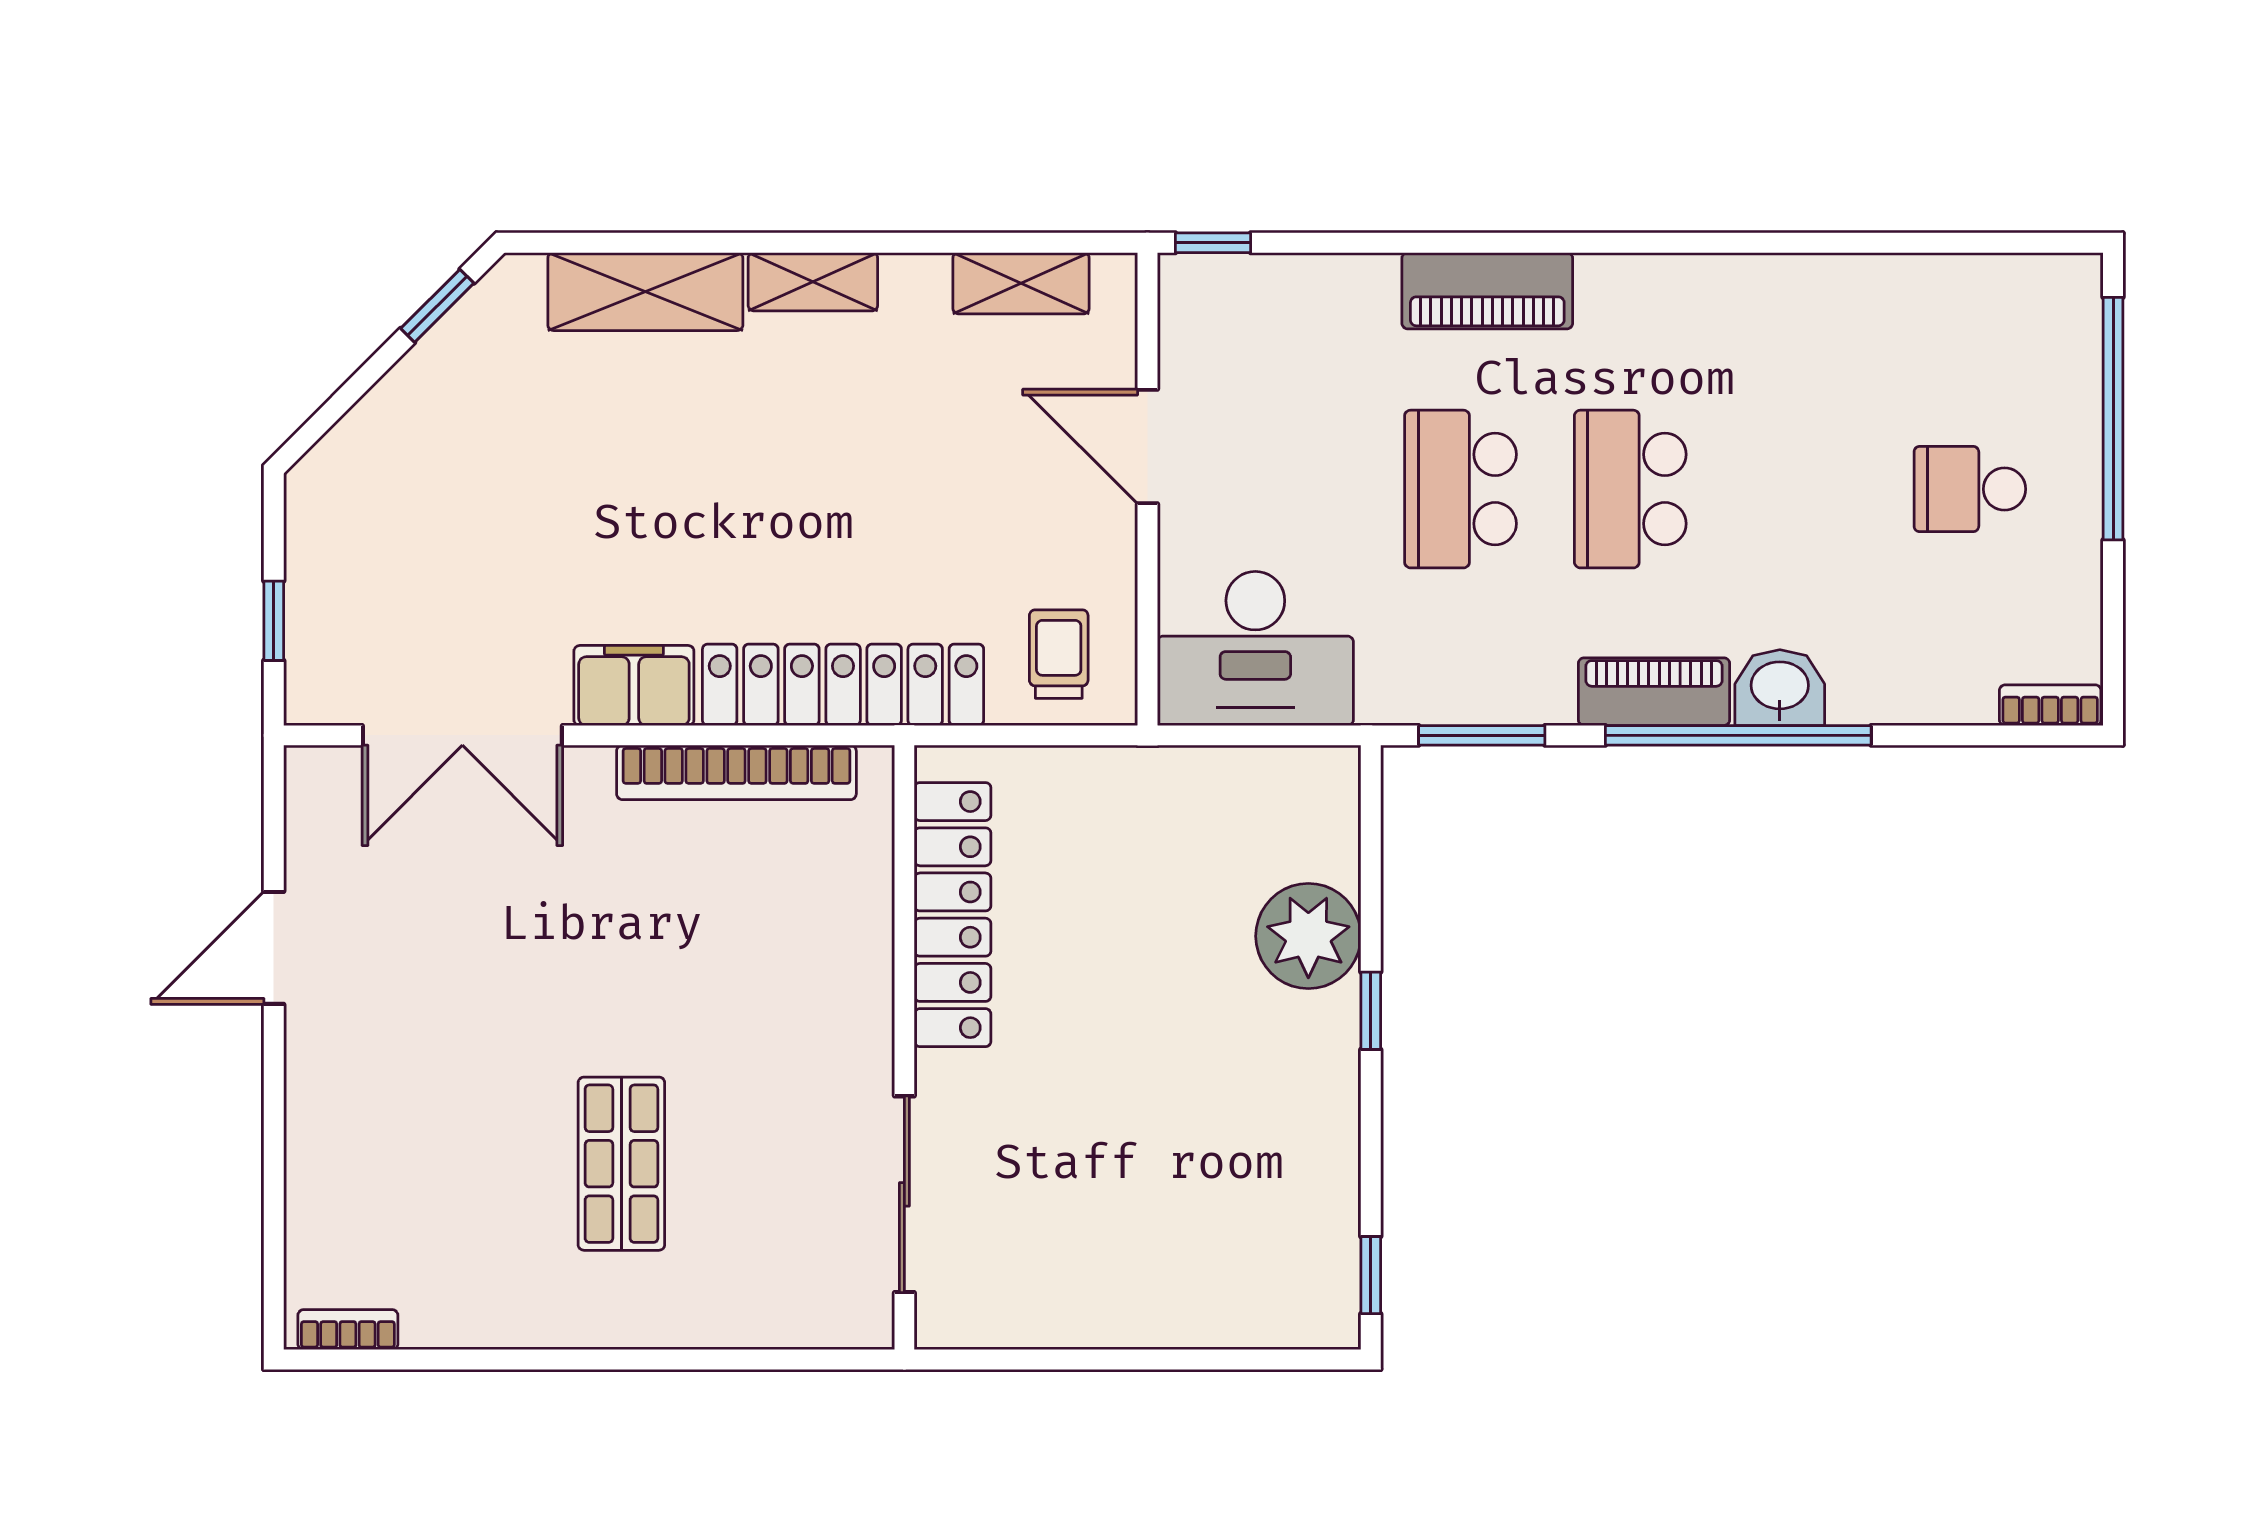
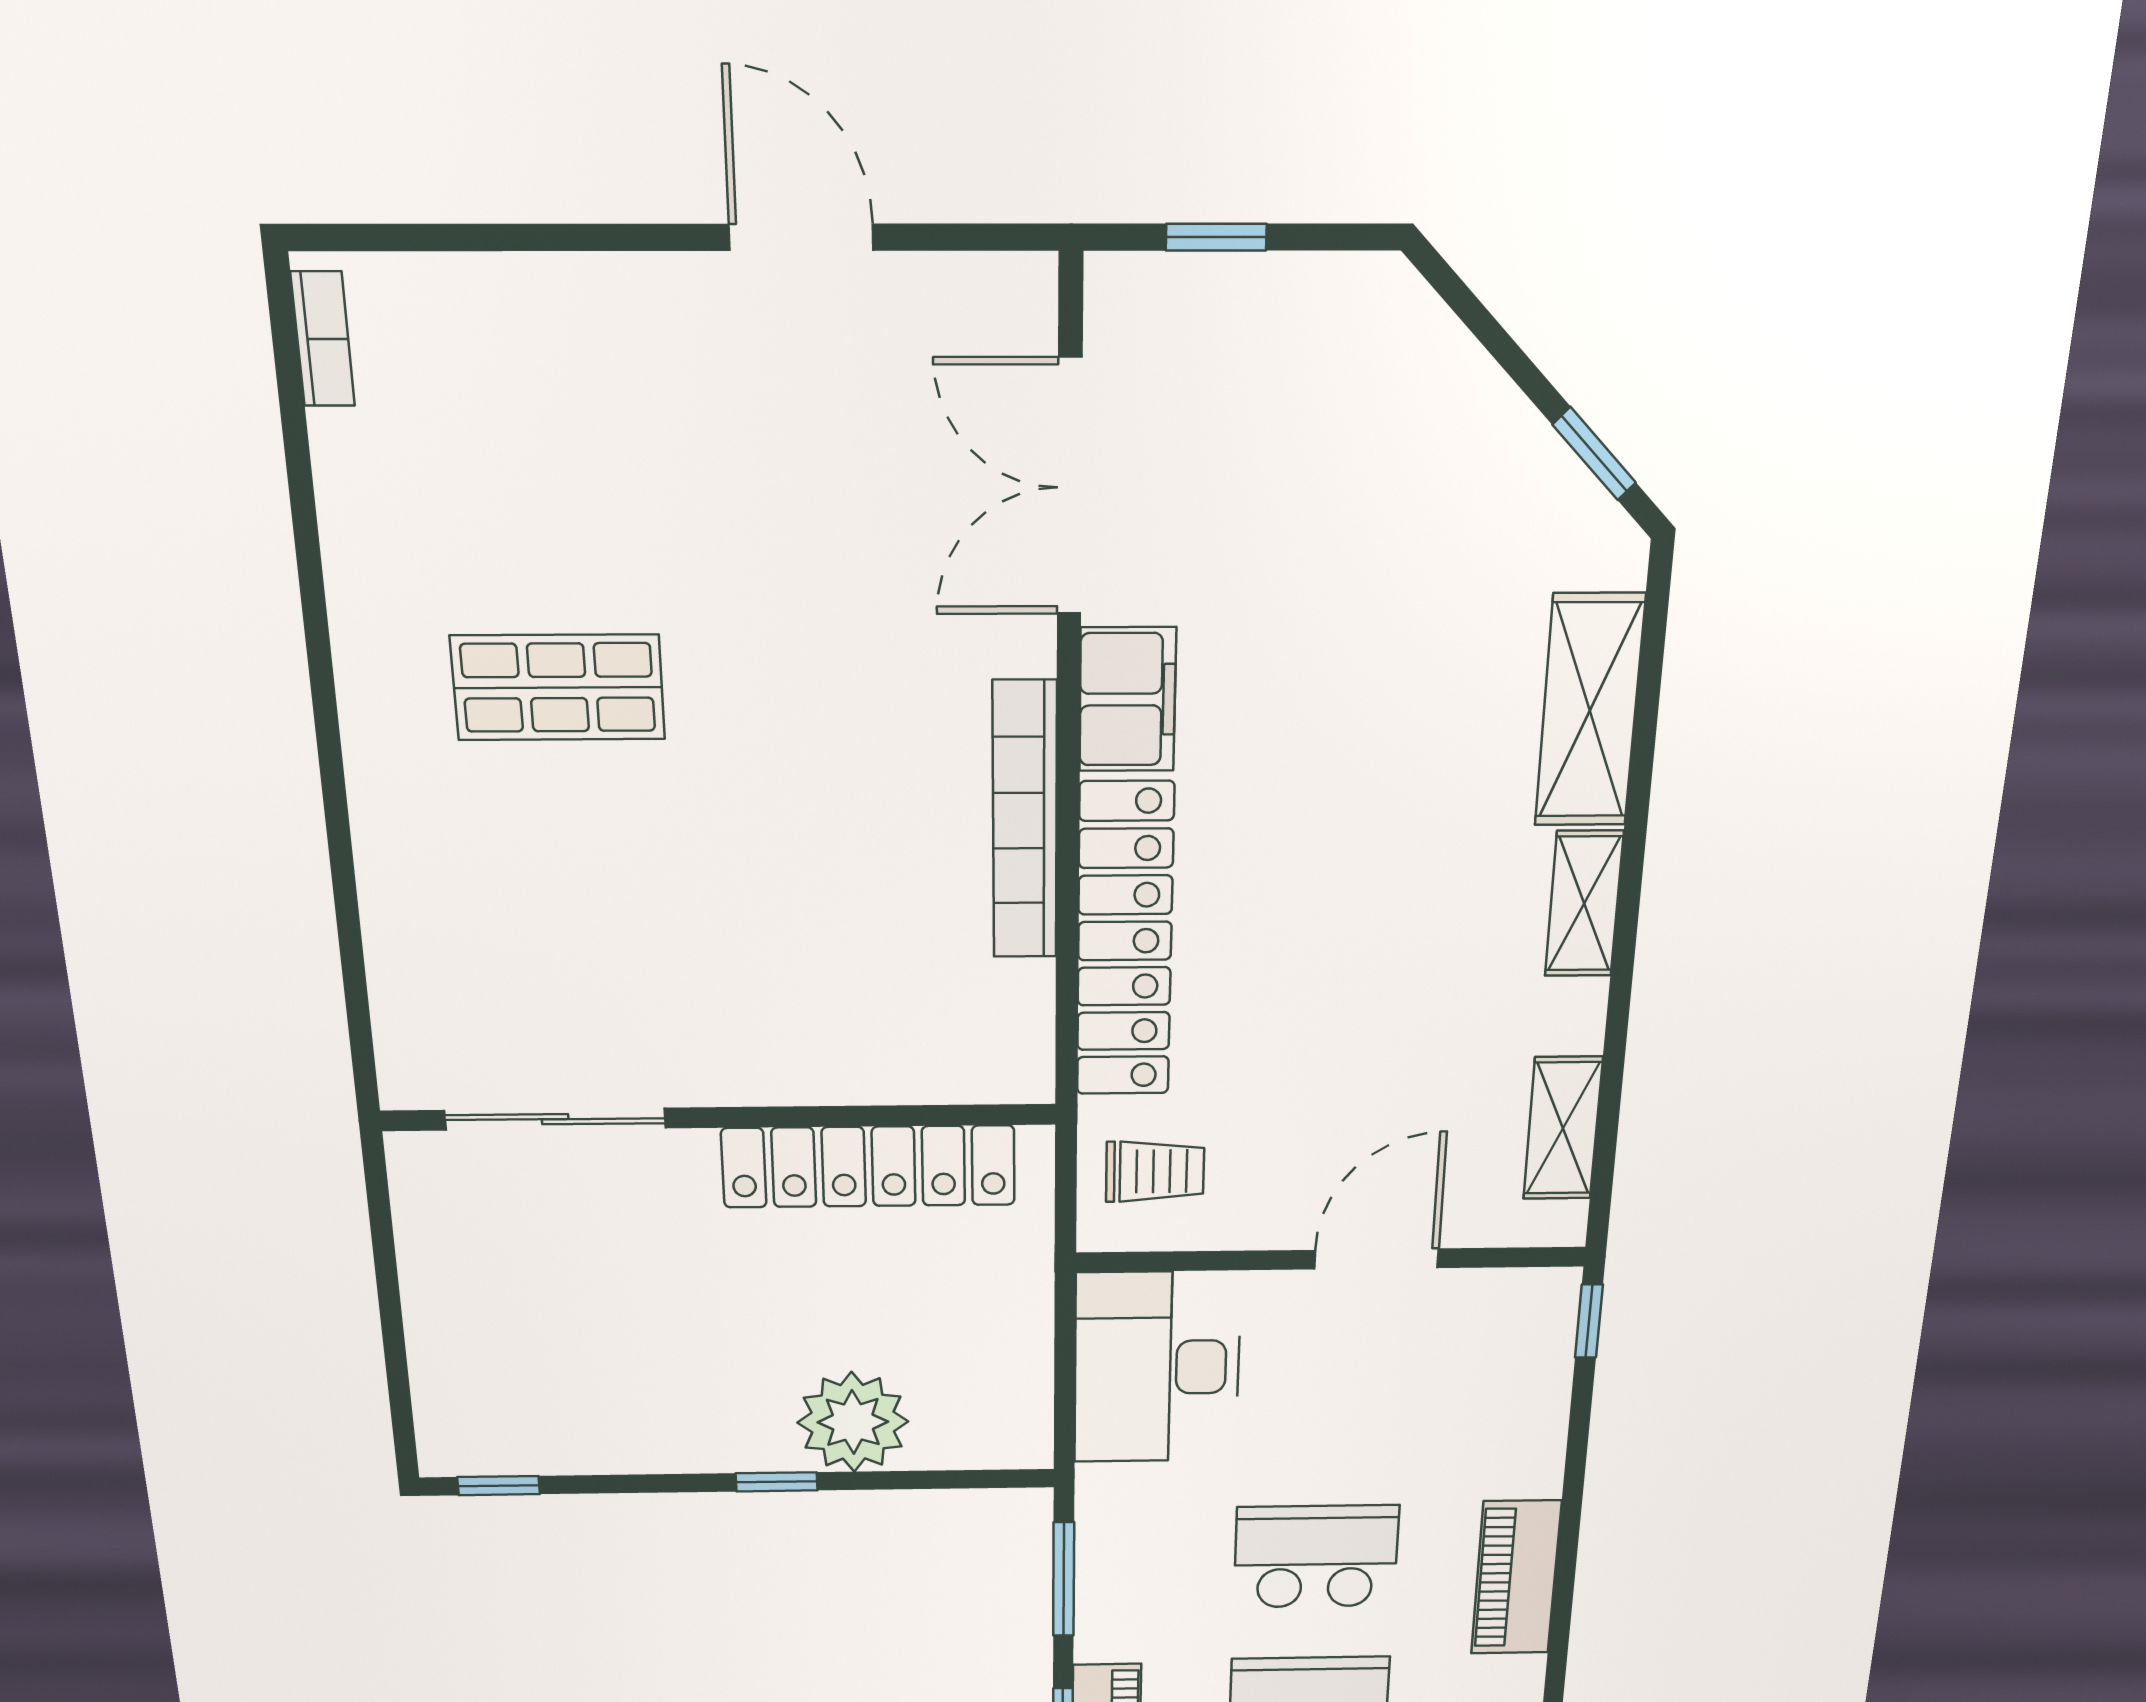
locker: (953, 915) -> (869, 1167), moved
wall: (904, 1047) -> (719, 1118), moved
sliding door: (904, 1194) -> (555, 1119), moved

